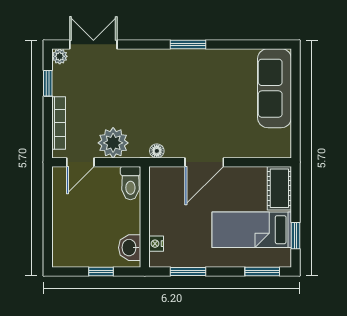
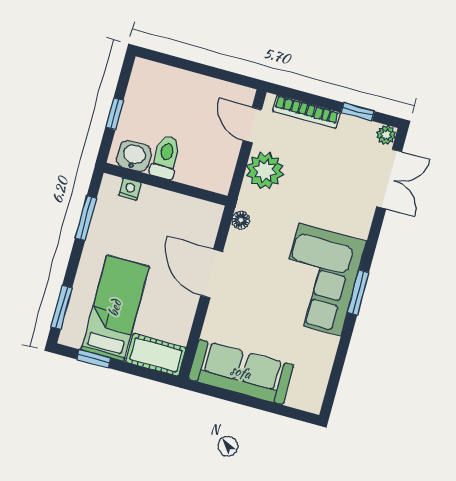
corner sofa: (186, 77) -> (320, 279), added
sofa: (275, 88) -> (241, 372), moved
toilet: (130, 183) -> (165, 157), moved, turned 90

